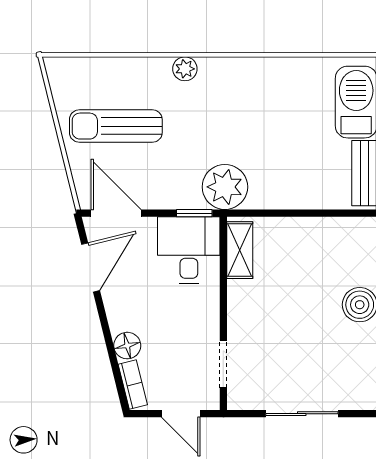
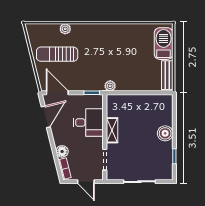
plant: (185, 69) -> (65, 29), moved
plant: (225, 187) -> (110, 86), width x0.53, depth x0.53
desk: (189, 250) -> (88, 123), moved, turned 90
shelving: (240, 250) -> (112, 130), moved

